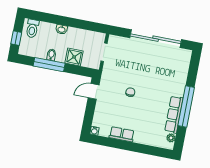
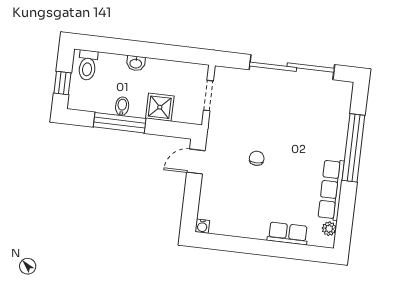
window: (186, 106) -> (353, 148), moved
row of seats: (122, 134) -> (288, 233), moved

